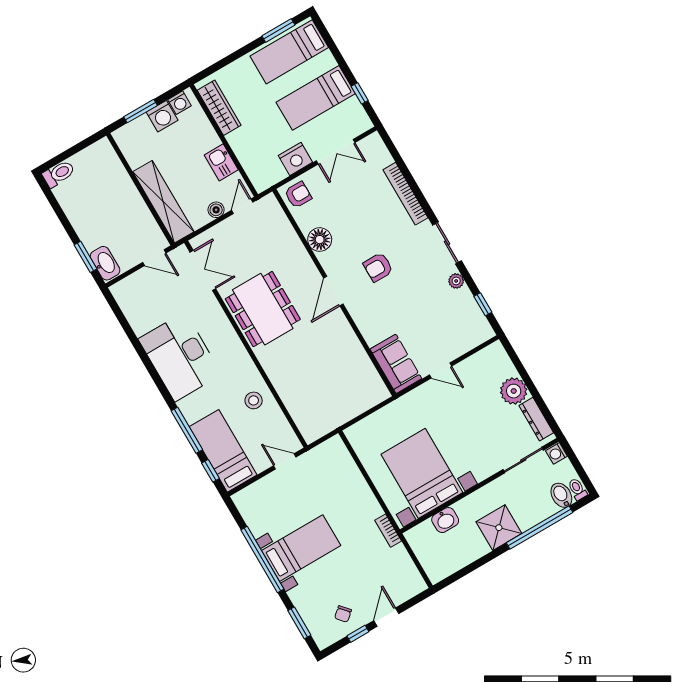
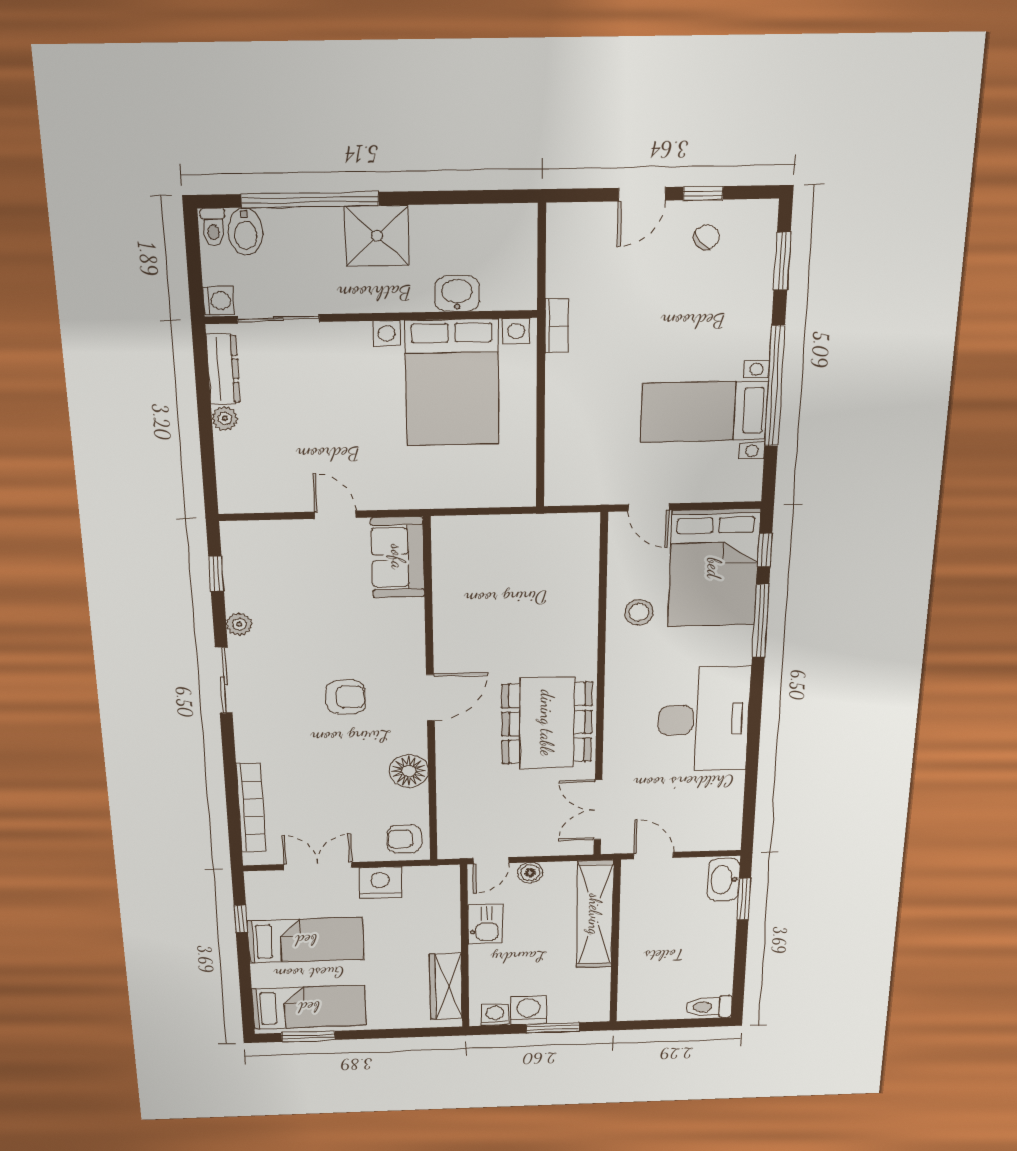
bookcase: (405, 194) -> (251, 808), moved
plant: (514, 391) -> (225, 418), width x0.53, depth x0.53
bed: (223, 451) -> (714, 568), width x1.50
bed with nightstands: (301, 548) -> (704, 411), moved

